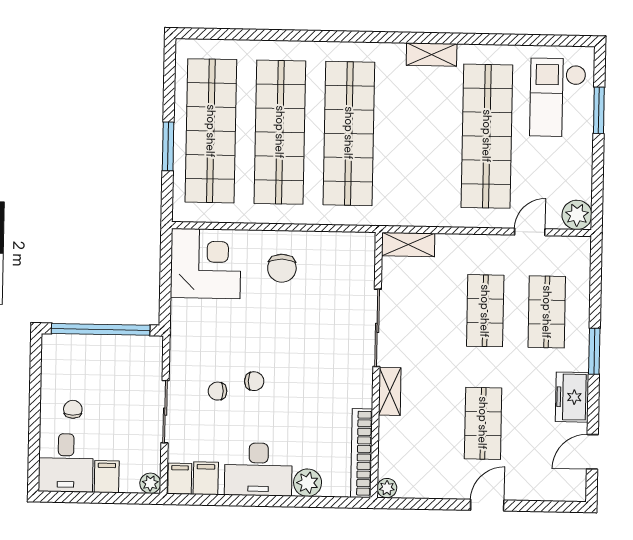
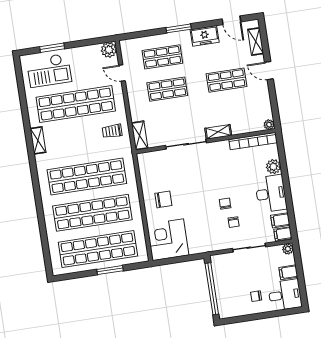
trolley: (425, 195) -> (112, 131), added
shelving: (545, 490) -> (256, 42), added

